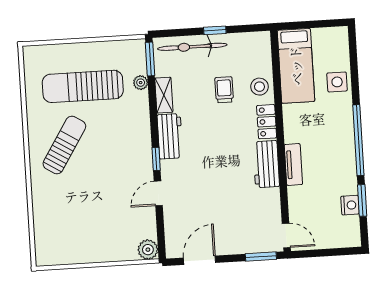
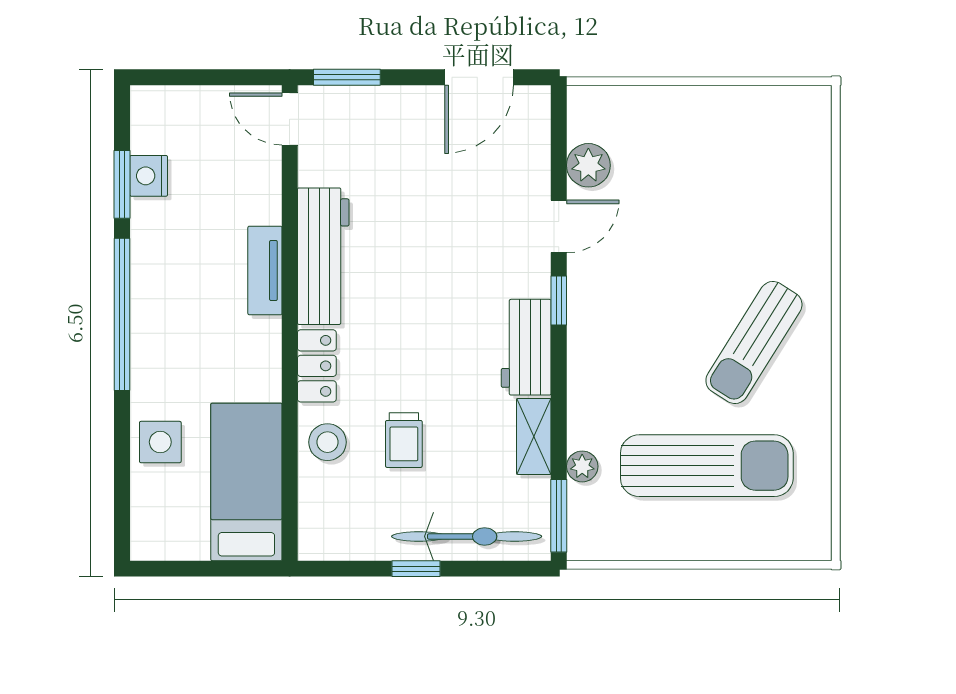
workbench: (266, 164) -> (323, 256), width x1.38
plant: (148, 250) -> (588, 165), moved

